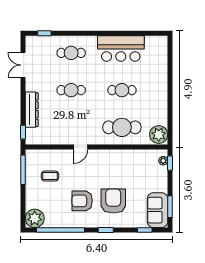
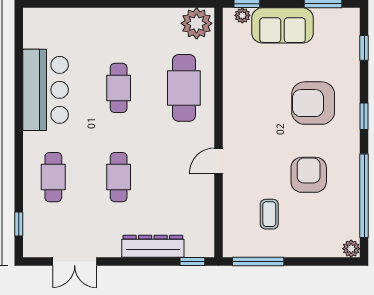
door: (80, 147) -> (218, 161), swing flipped
armchair: (82, 201) -> (309, 175), moved, turned 180
sofa: (158, 210) -> (283, 25), moved
plant: (35, 218) -> (351, 249), width x0.53, depth x0.53

